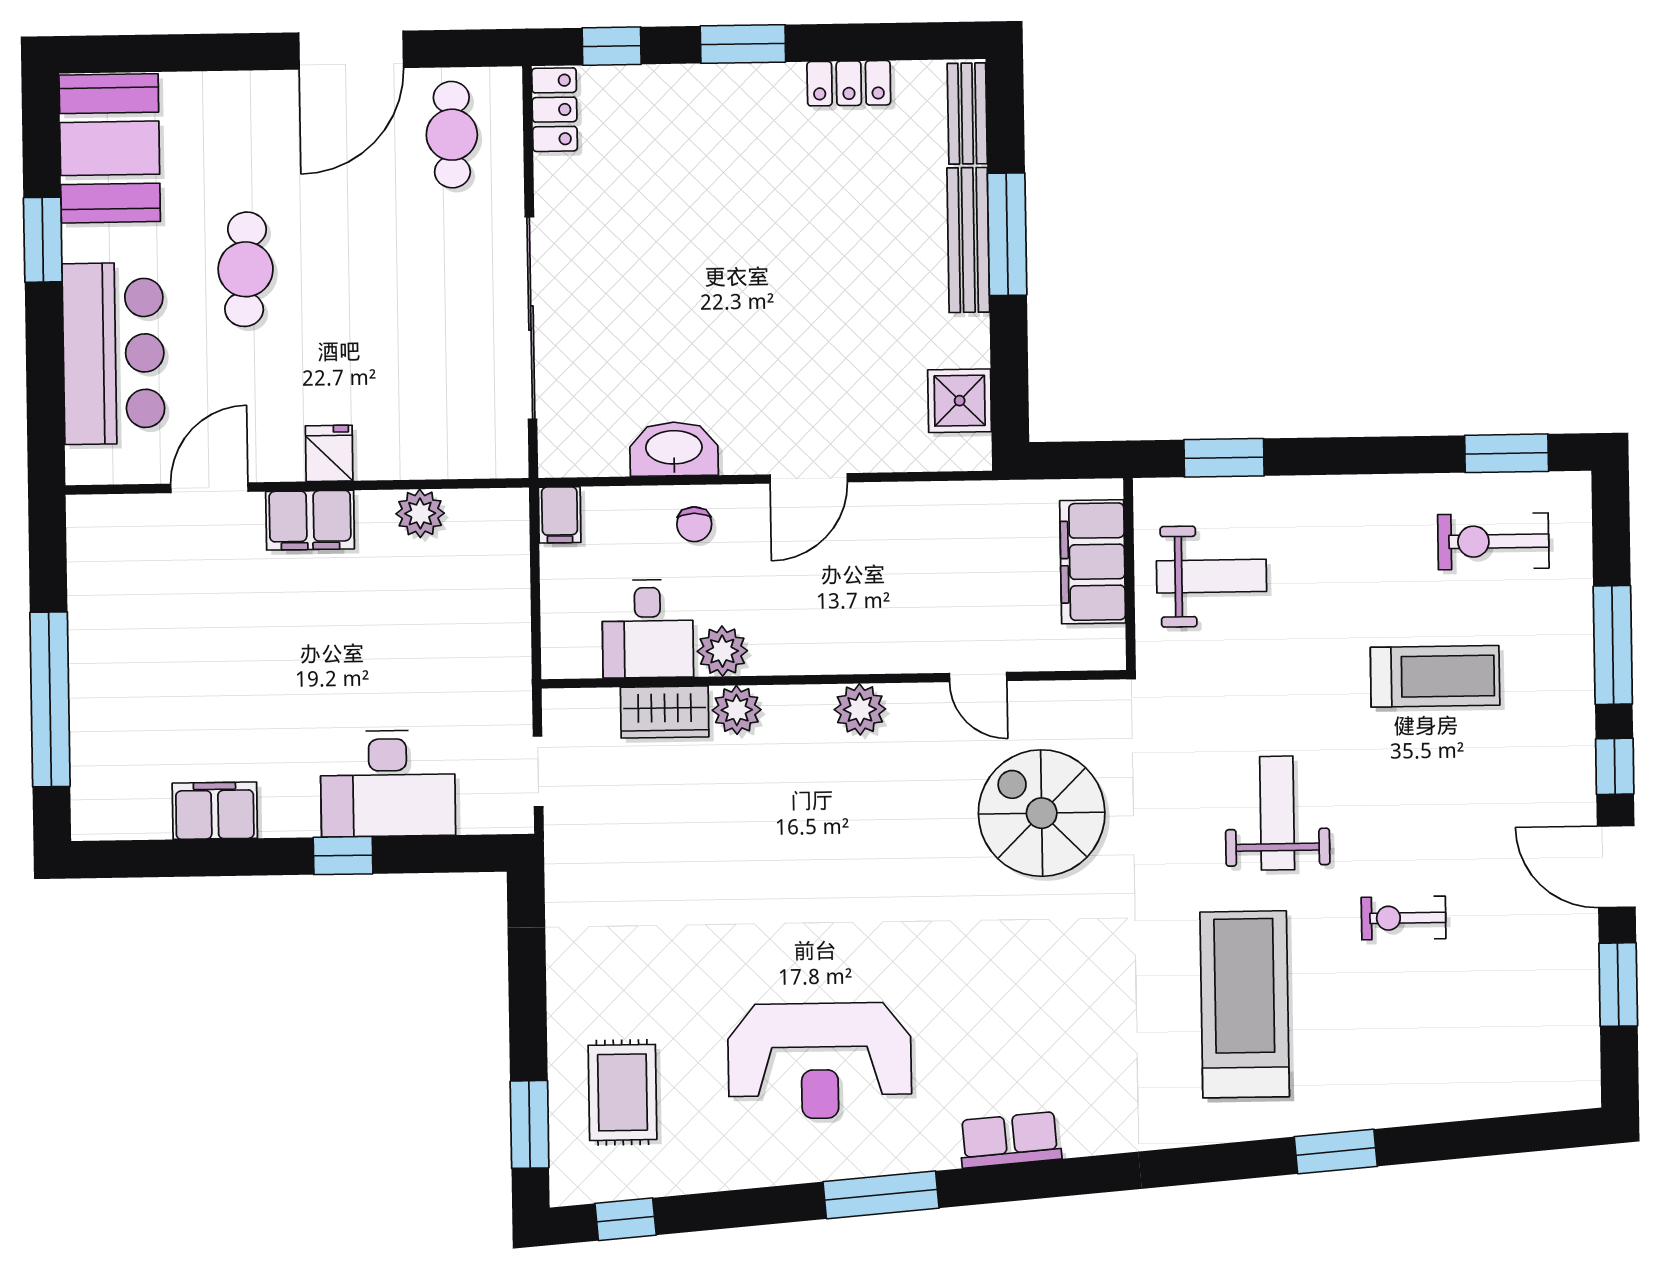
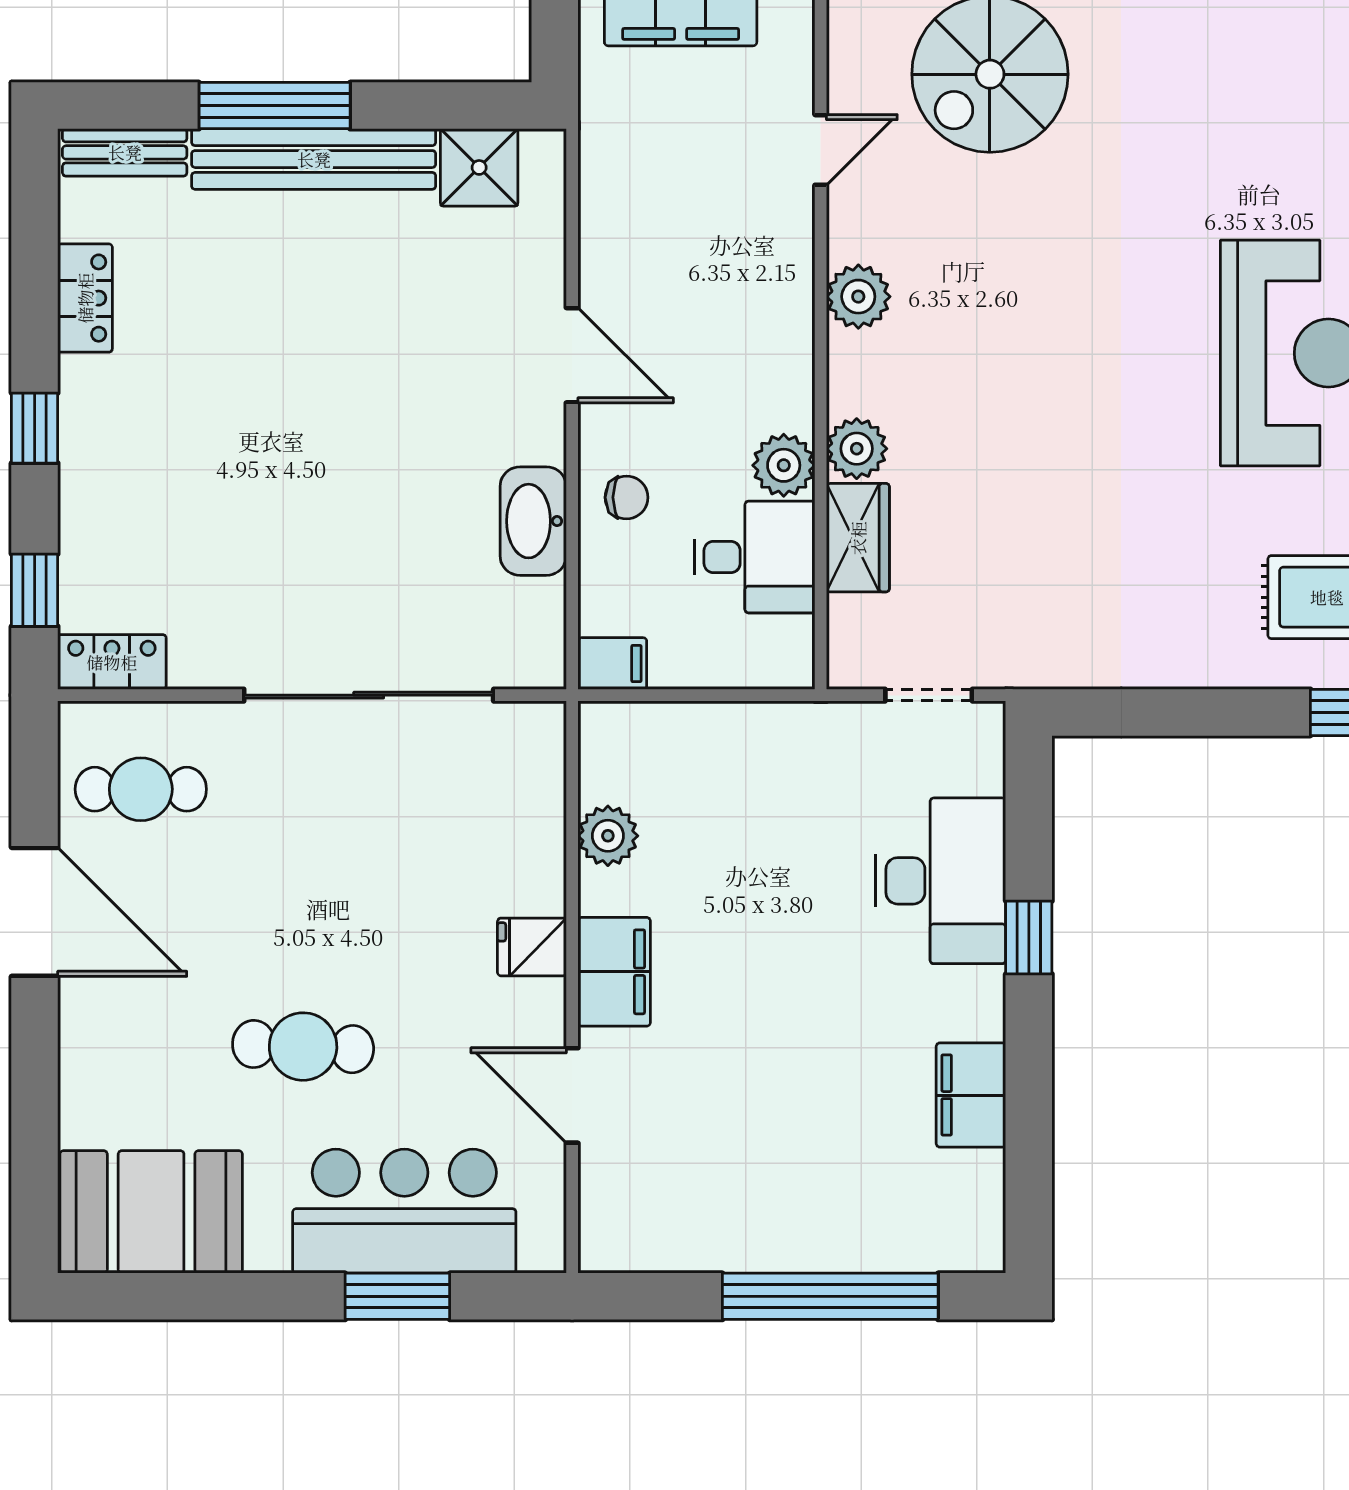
window: (743, 44) -> (35, 428), width x0.67
window: (43, 240) -> (397, 1296), moved
bench: (968, 240) -> (314, 159), width x1.37, depth x1.21

